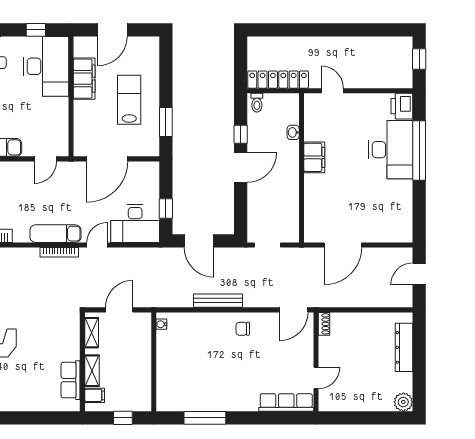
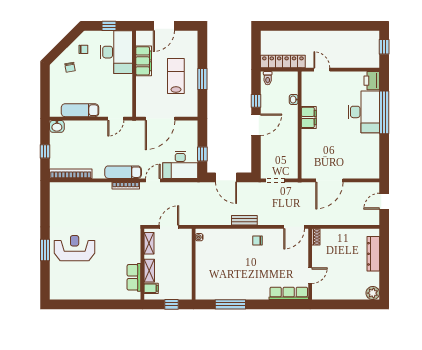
window: (166, 122) -> (202, 79), moved
bench: (218, 301) -> (244, 220), width x0.73

